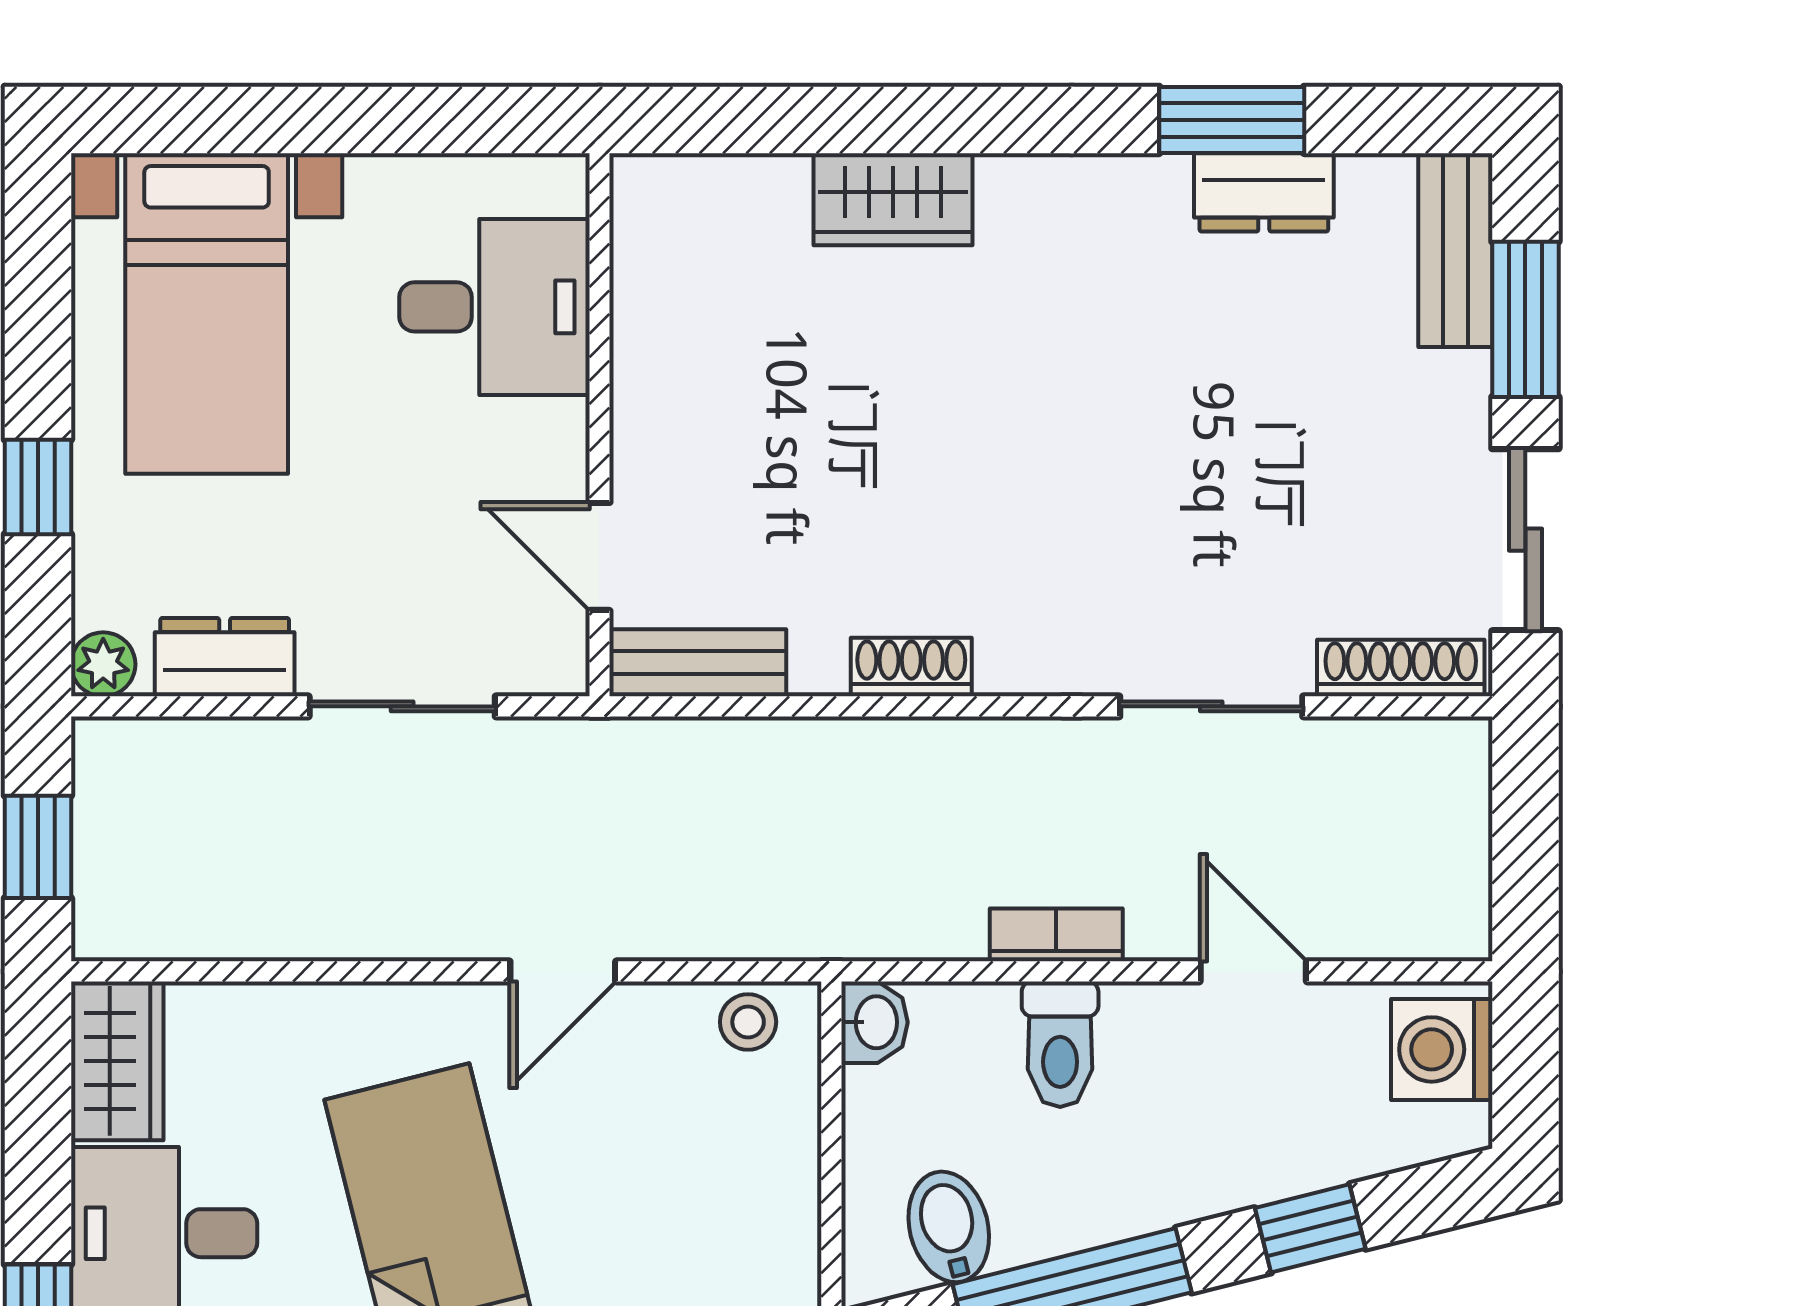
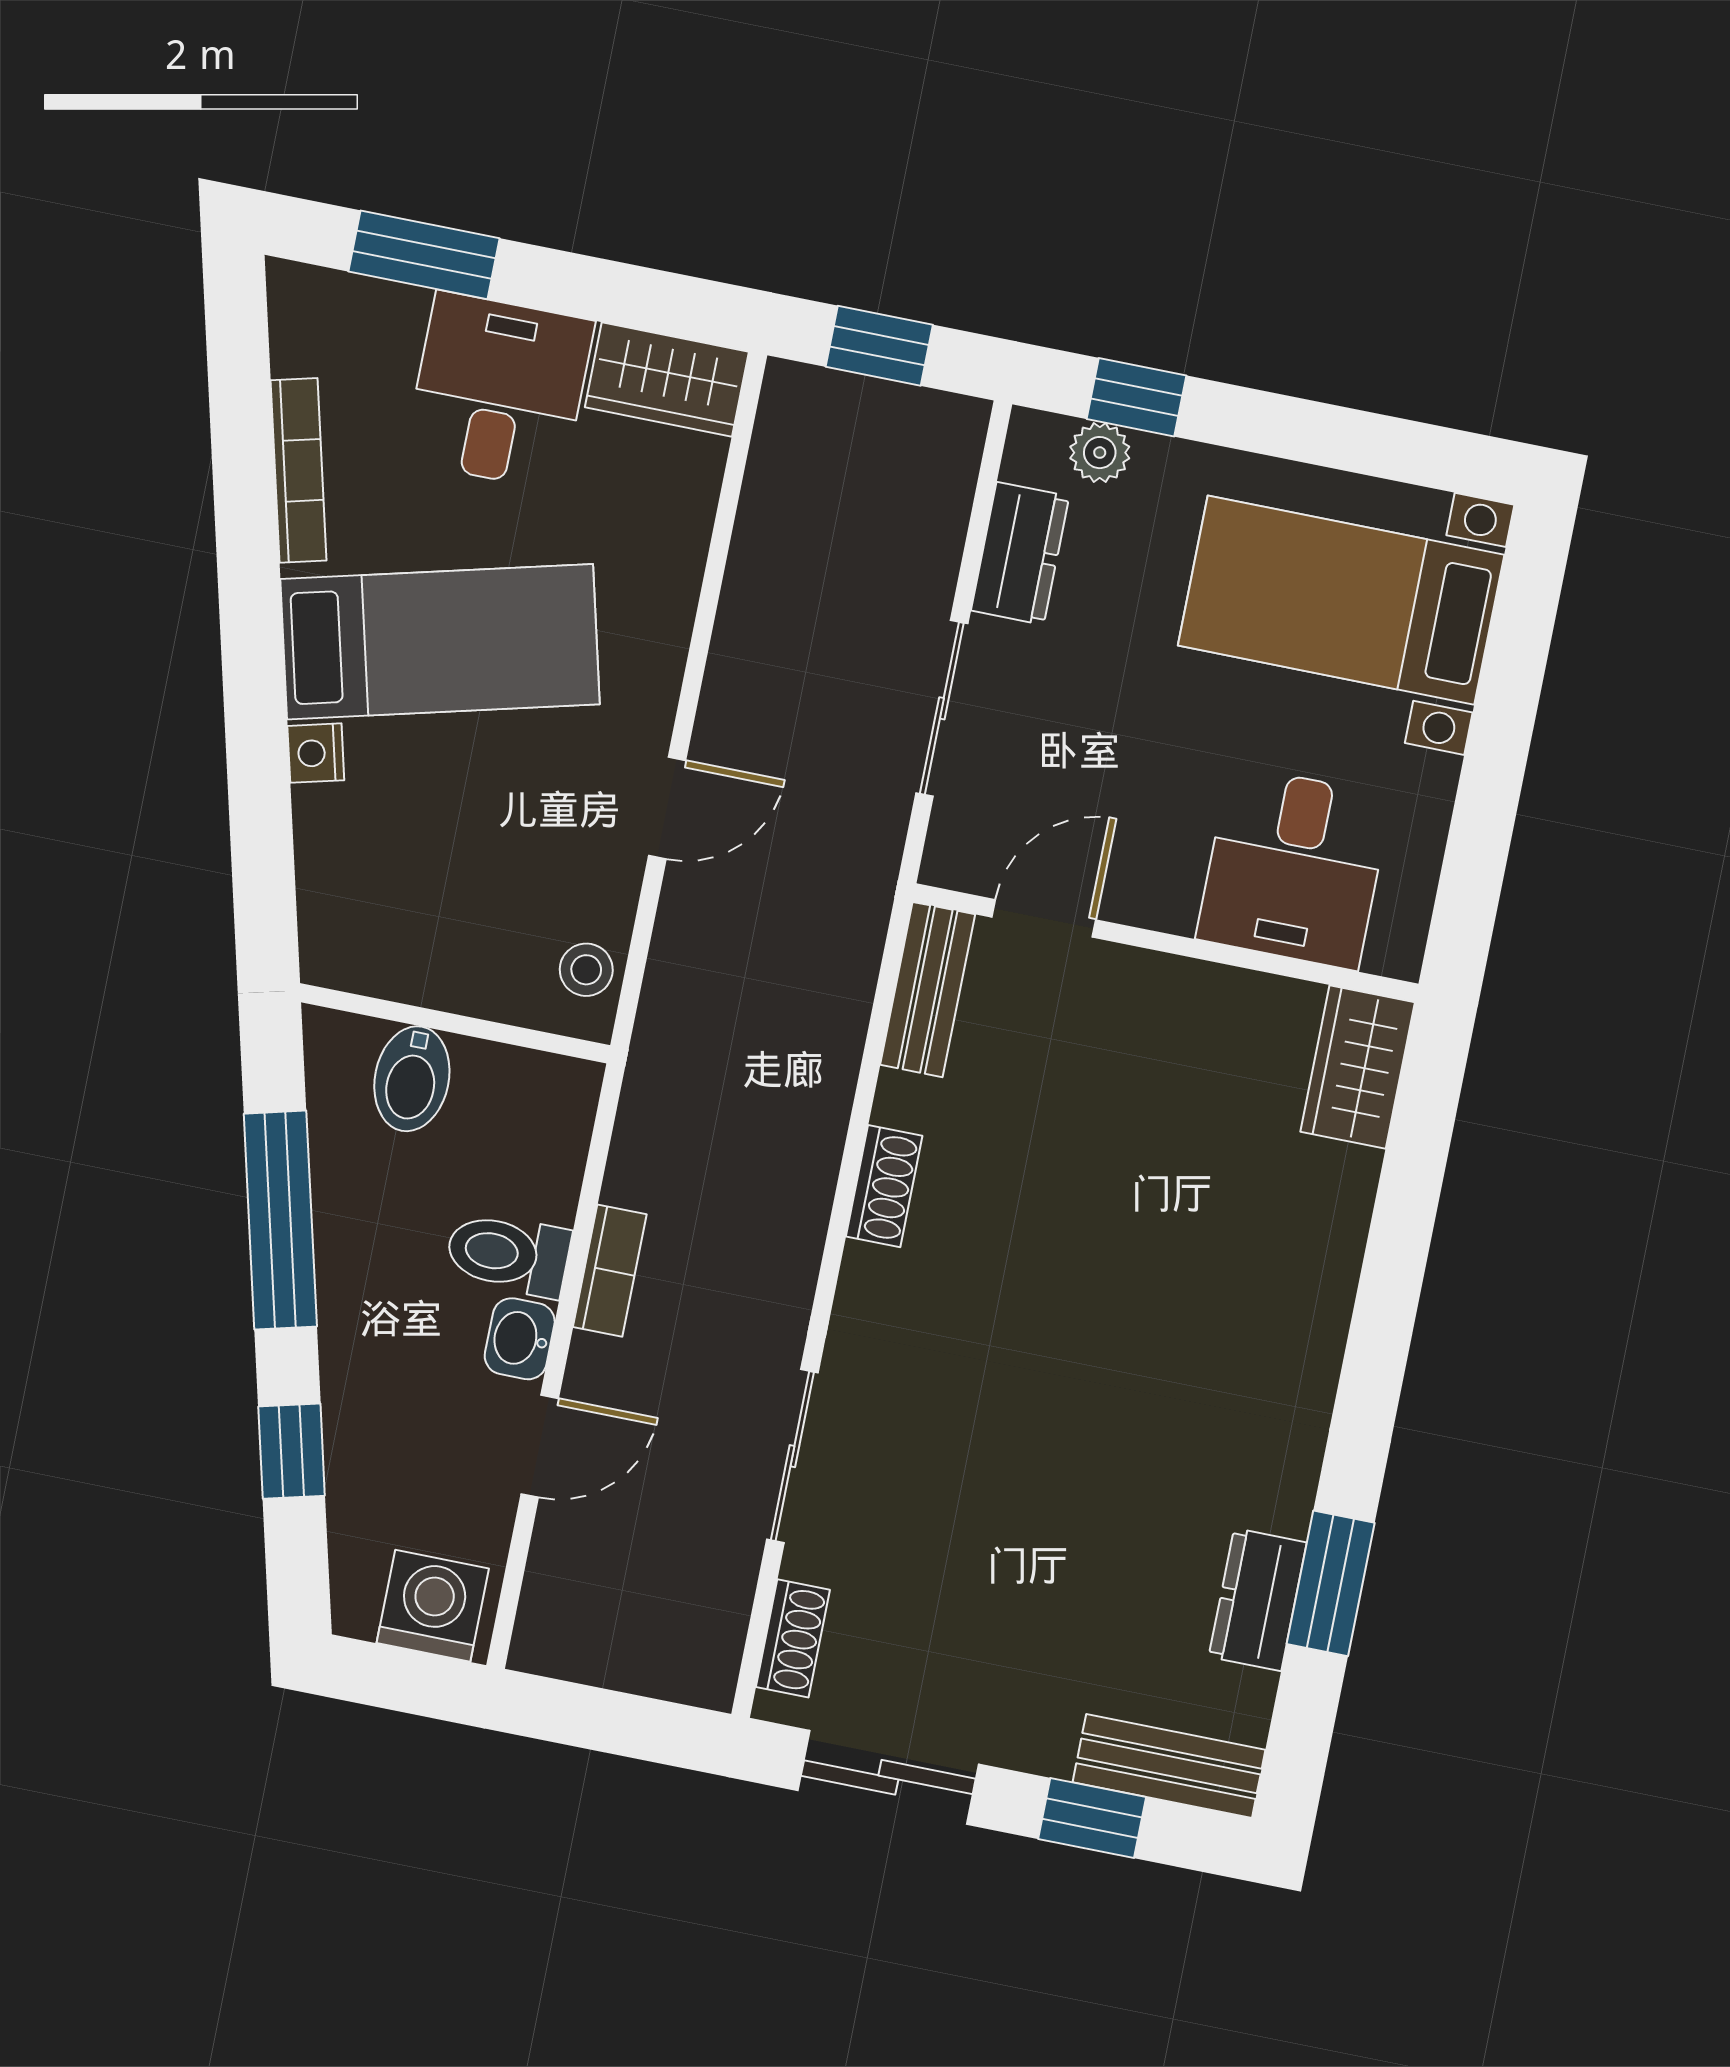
wardrobe: (893, 199) -> (1358, 1067), moved
window: (1525, 319) -> (1092, 1818), width x0.67
window: (38, 487) -> (1137, 397), moved
plant: (103, 664) -> (1100, 453), moved
shoe rack: (1401, 668) -> (793, 1638), width x0.70
door: (563, 971) -> (667, 808), swing flipped
washbasin: (874, 1022) -> (520, 1339), moved, turned 90
bidet: (949, 1227) -> (412, 1079), moved, turned 104

